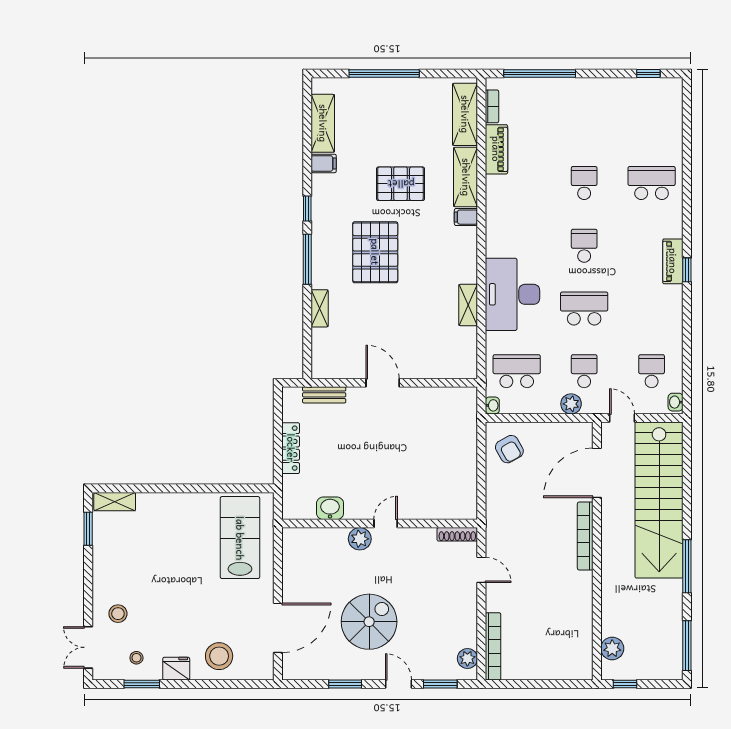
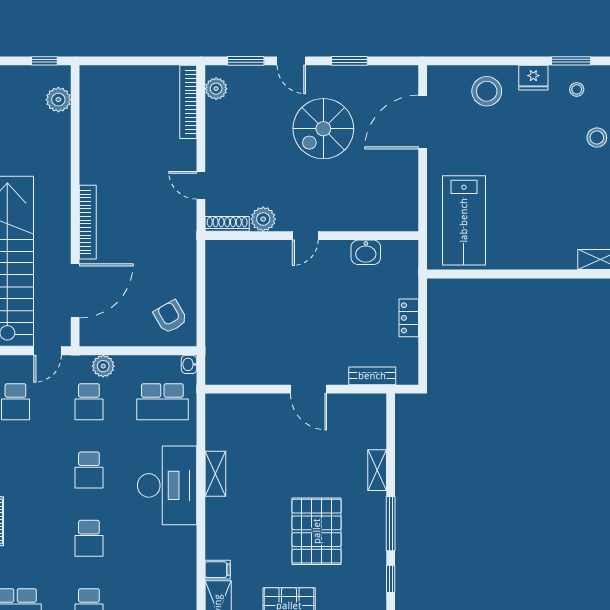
school desk: (584, 308) -> (89, 470), width x0.54
door: (622, 418) -> (48, 351), hinge flipped
locker: (291, 448) -> (409, 318), width x0.66
plant: (360, 539) -> (263, 219), moved

